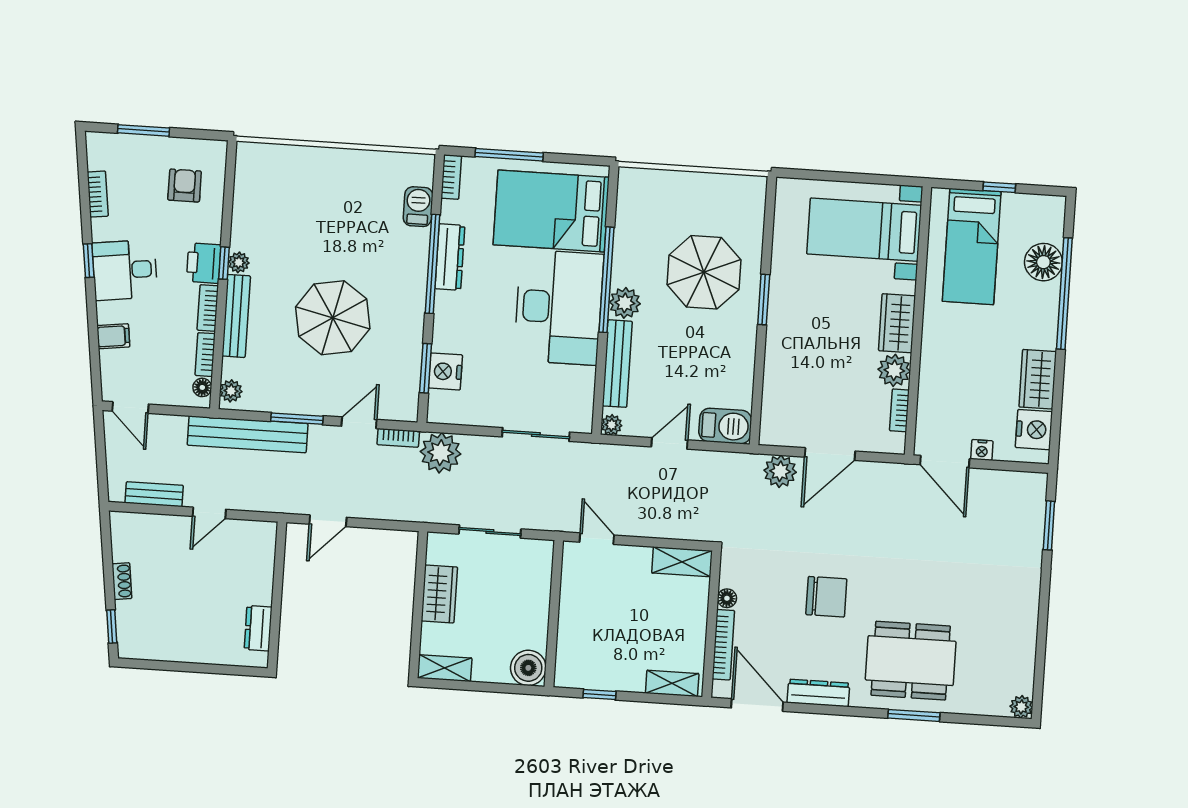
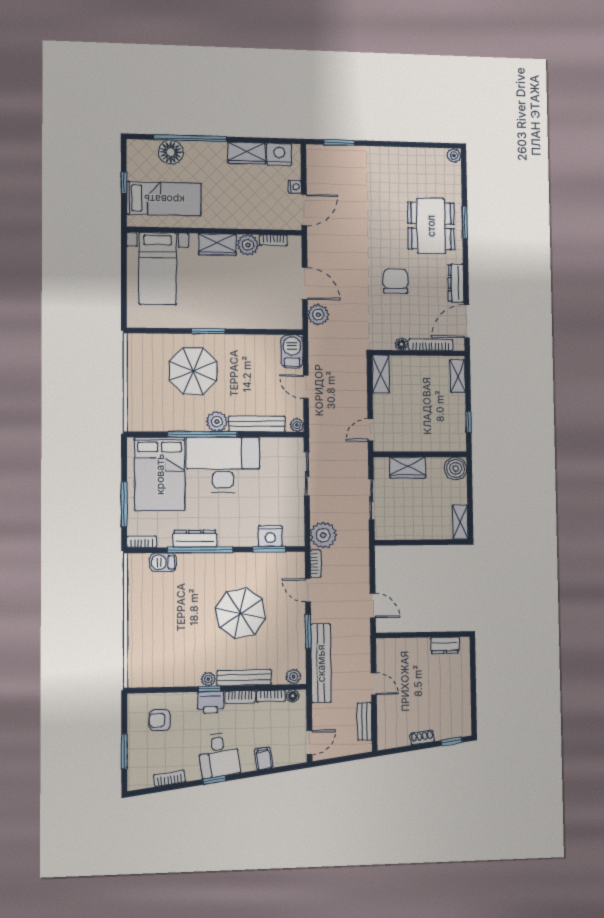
wardrobe: (439, 594) -> (408, 468), moved, turned 180

